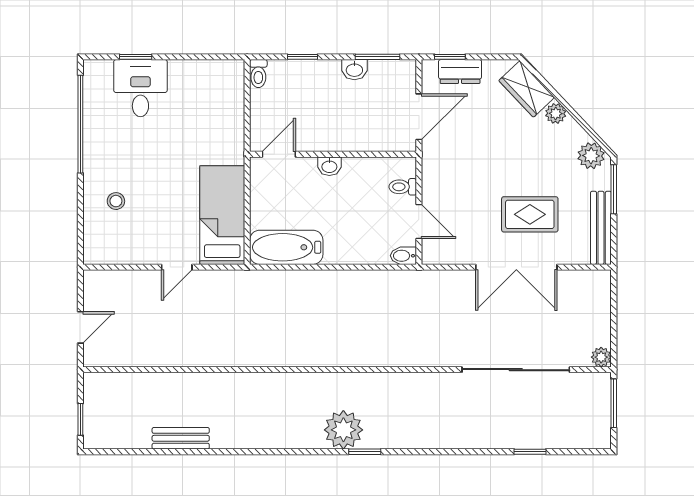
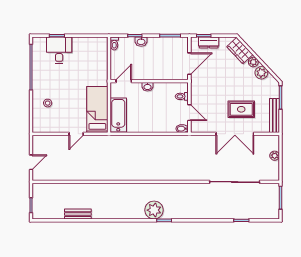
washbasin: (354, 70) -> (141, 42), moved
plant: (591, 156) -> (261, 73), moved
bathtub: (286, 247) -> (118, 115), moved, turned 90
plant: (601, 357) -> (275, 156), moved

